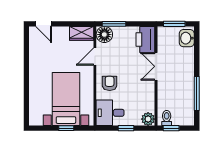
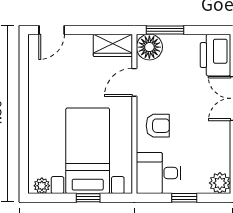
door: (44, 24) -> (52, 30), hinge flipped
armchair: (110, 83) -> (158, 126), turned 90
plant: (37, 121) -> (42, 186), added

